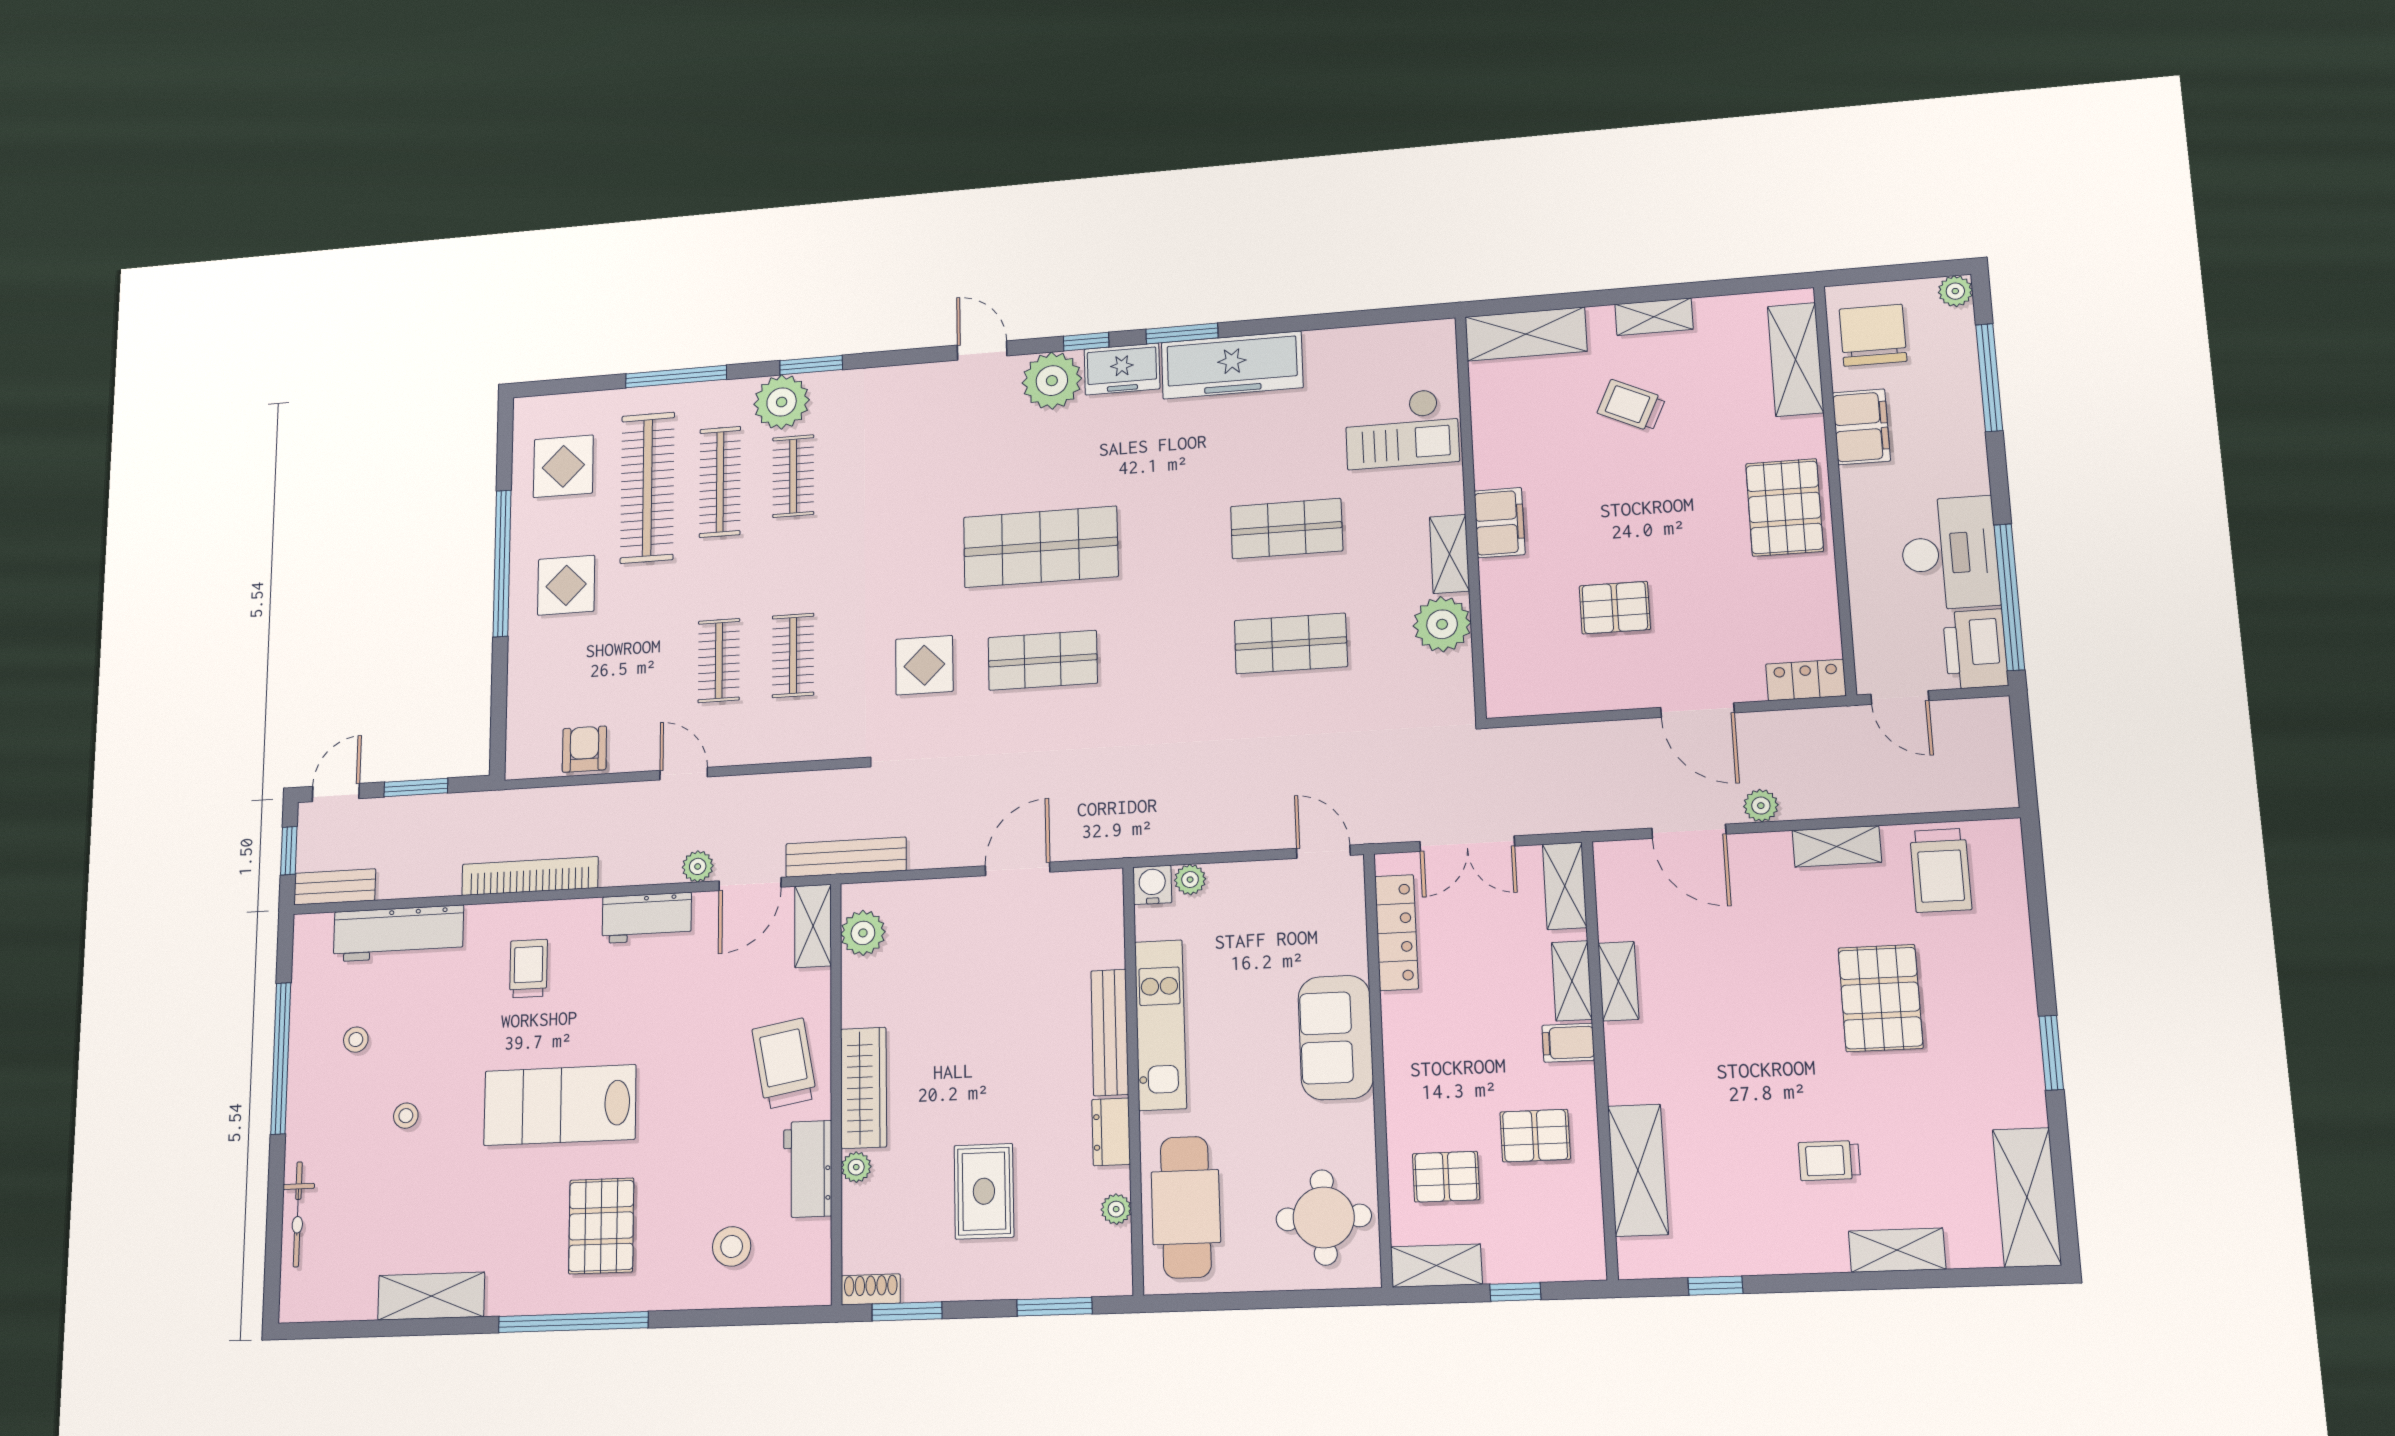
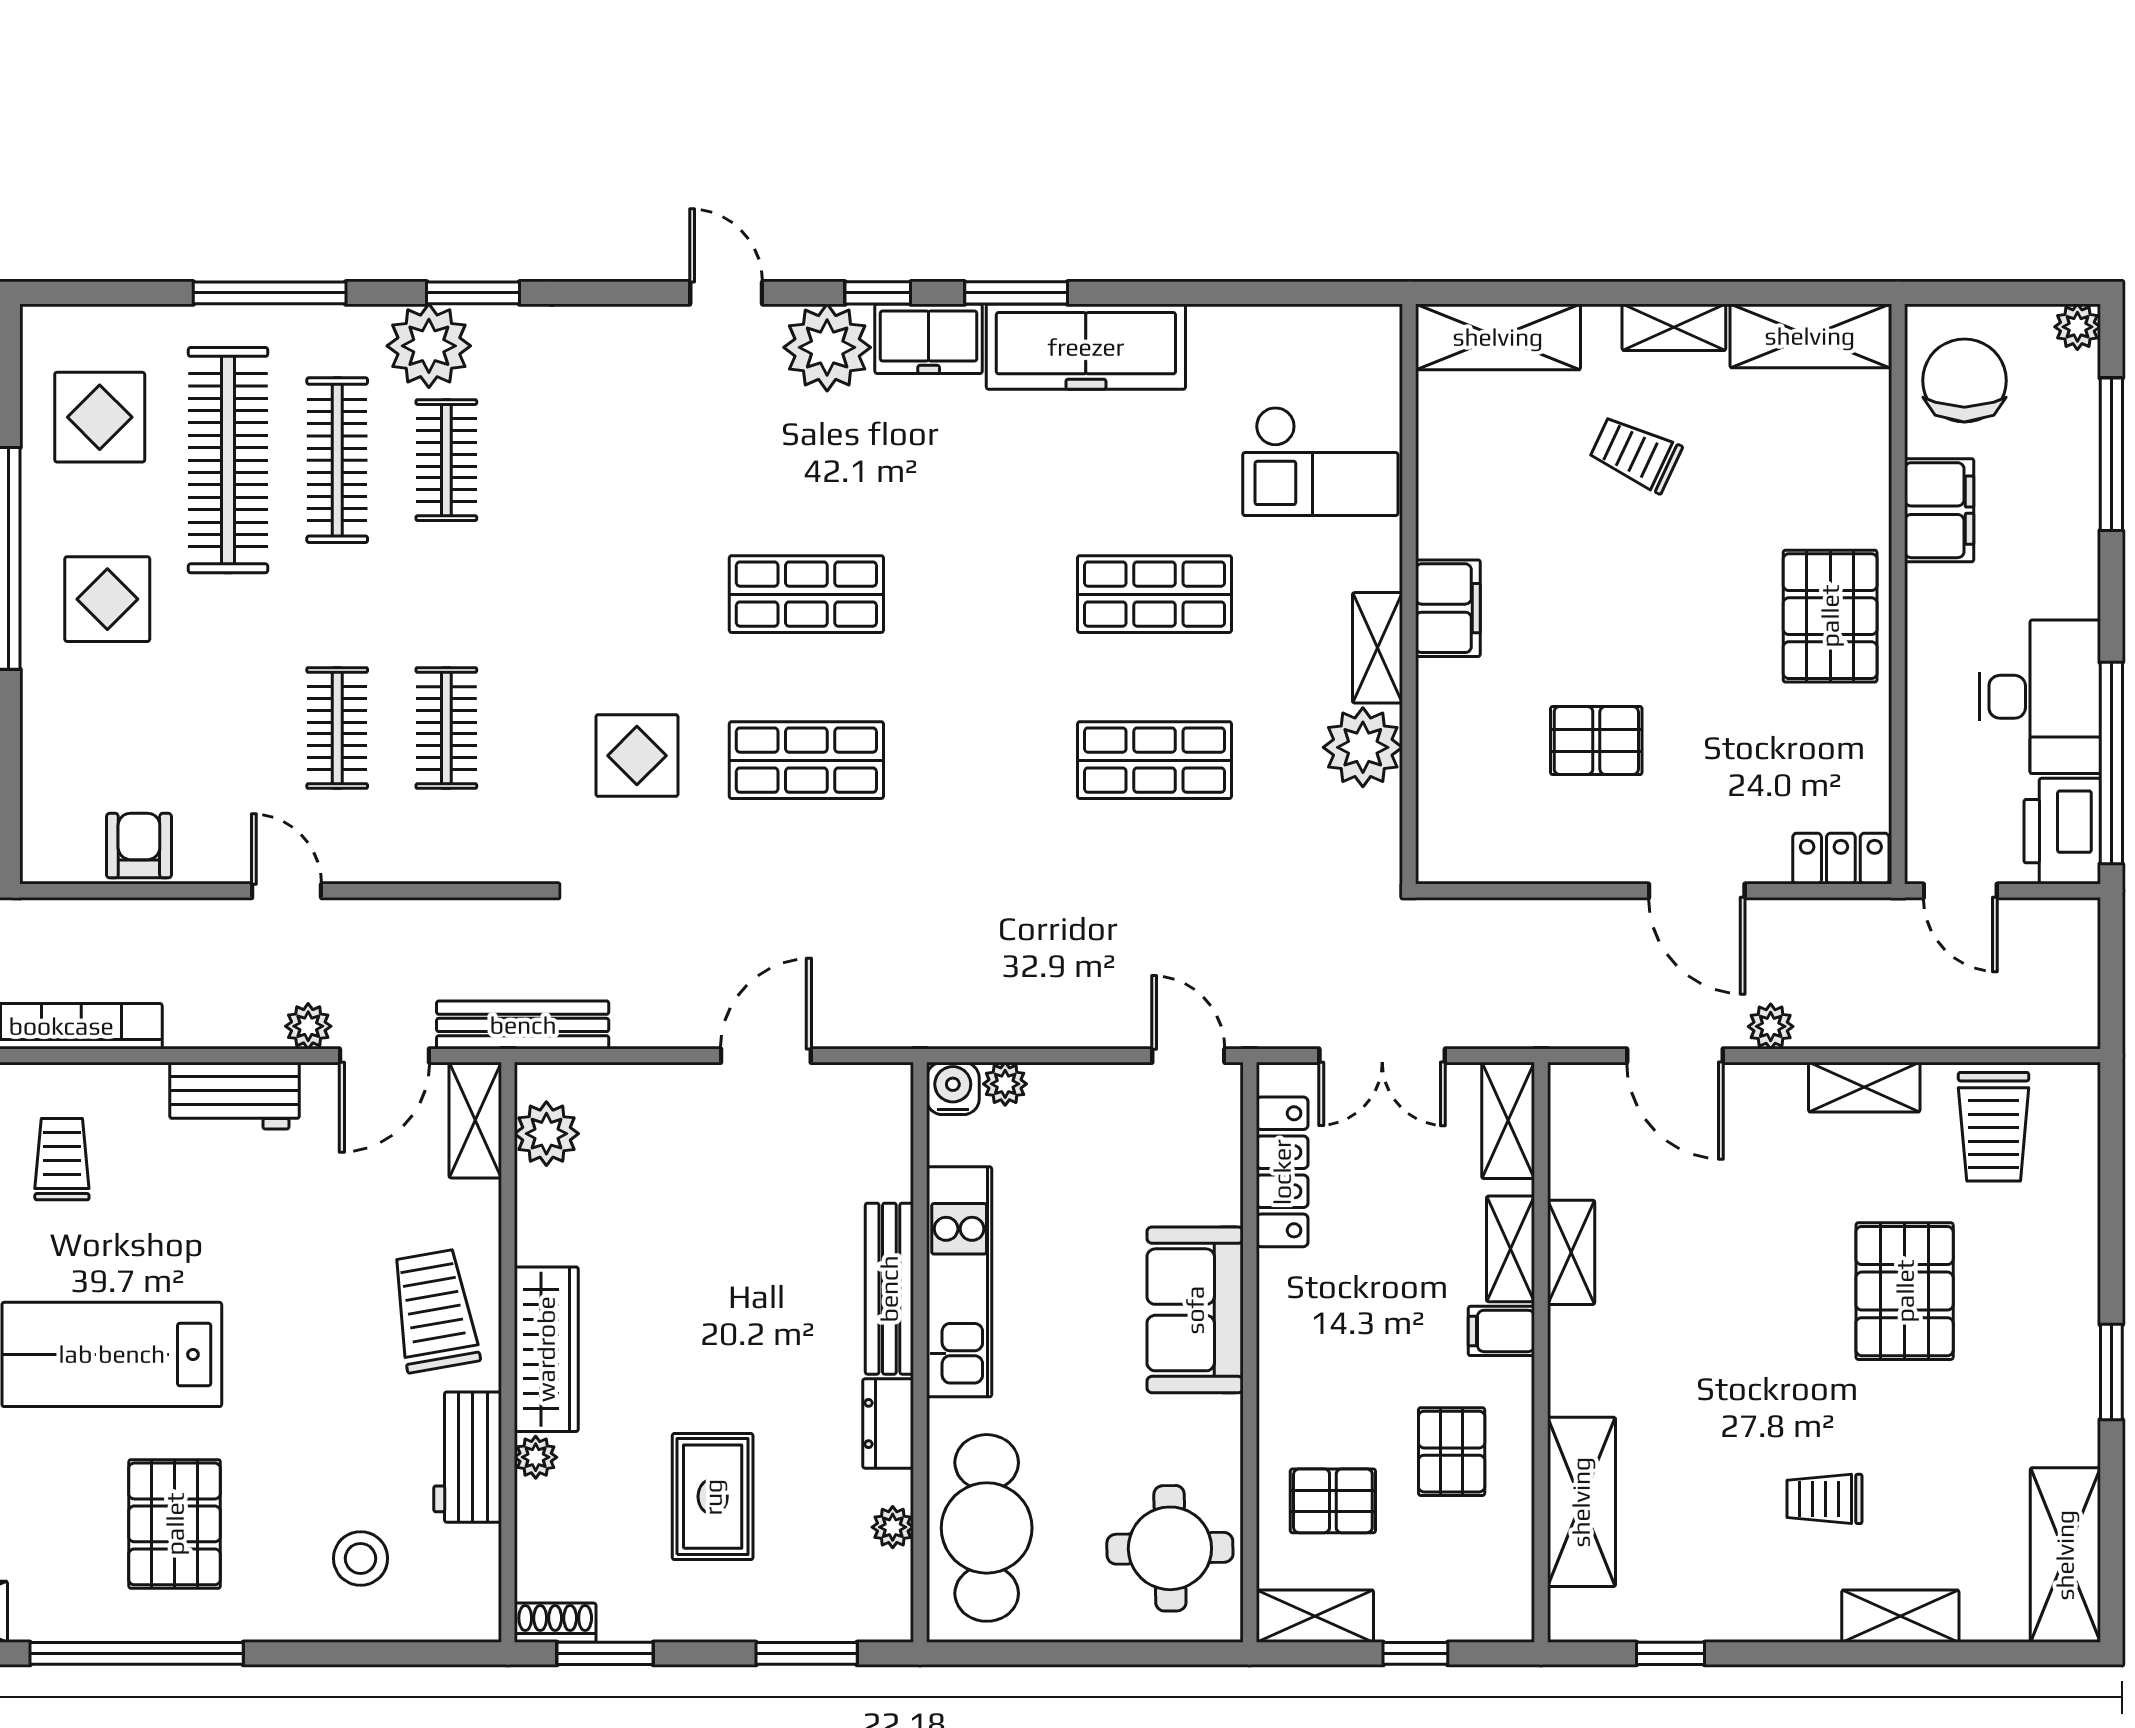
shelving: (1796, 359) -> (1810, 336), moved, turned 90
shop shelf: (1041, 547) -> (806, 594), width x0.70, depth x0.74
pallet: (1535, 1136) -> (1452, 1452), turned 90

